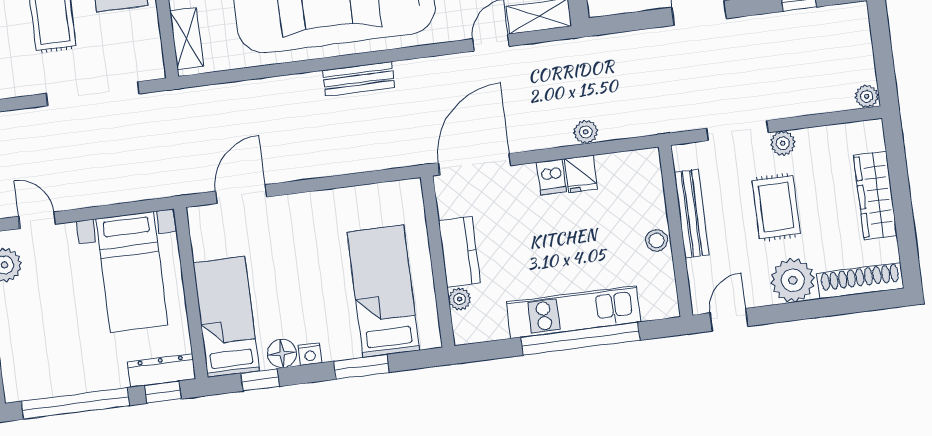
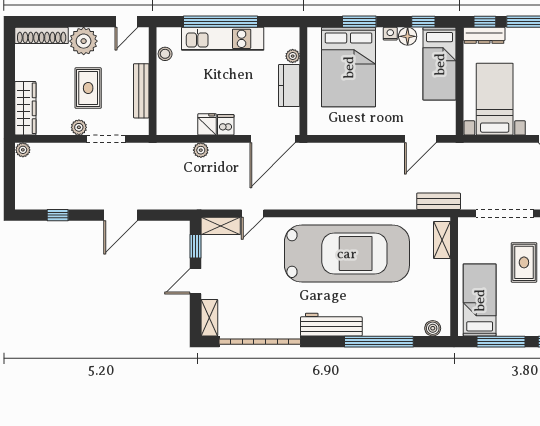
bench: (359, 79) -> (439, 201), moved
wardrobe: (875, 195) -> (25, 108), moved
stool: (657, 240) -> (165, 54), moved
bed: (383, 291) -> (349, 67), width x1.50

